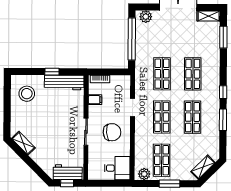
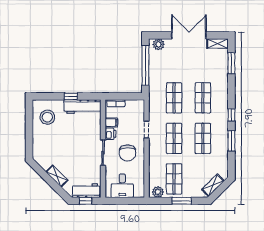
printer: (94, 112) -> (111, 134), added
chair: (112, 132) -> (127, 153), turned 95
shelving: (23, 143) -> (57, 176), moved
desk: (117, 168) -> (122, 186), moved, turned 90

